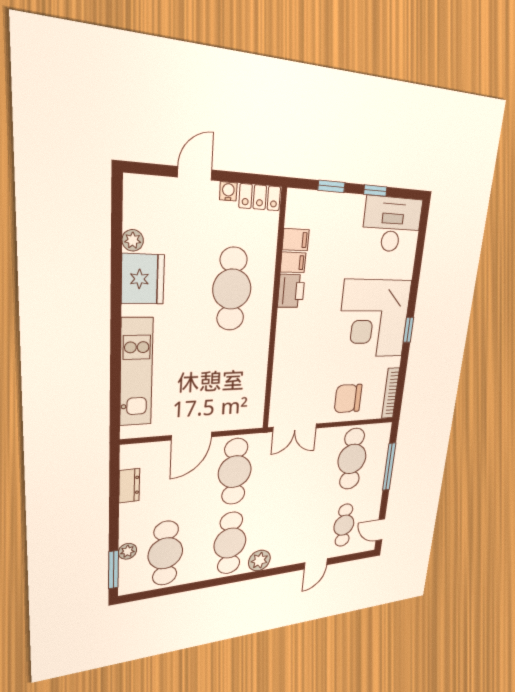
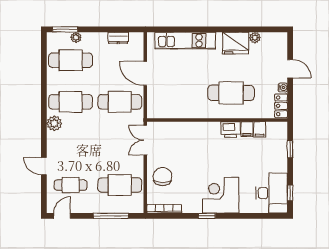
window: (375, 191) -> (290, 193), moved
corner desk: (374, 319) -> (221, 195), width x0.74, depth x0.74

